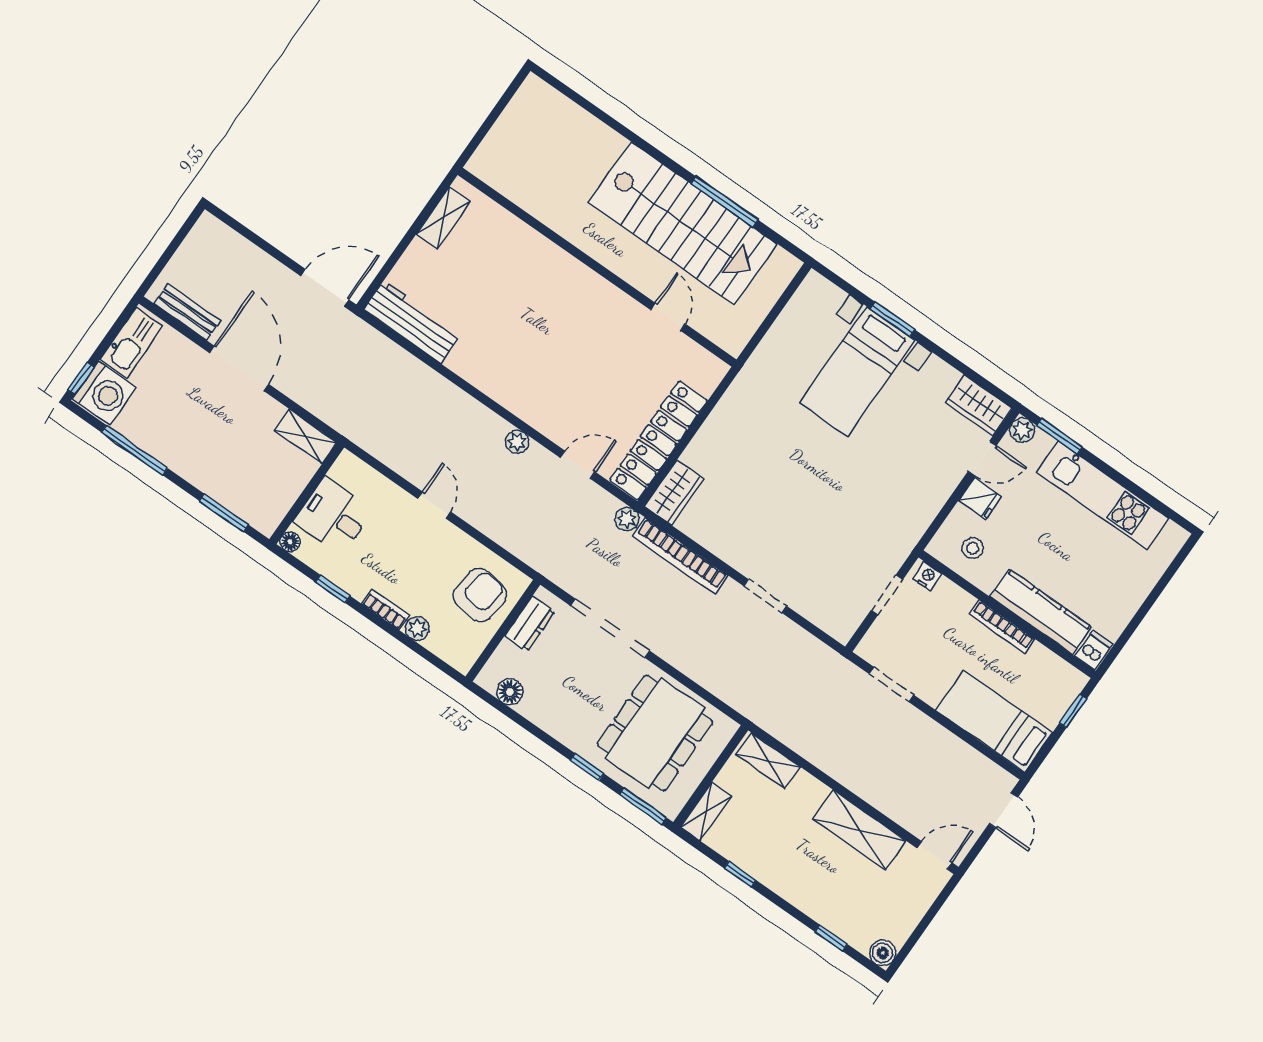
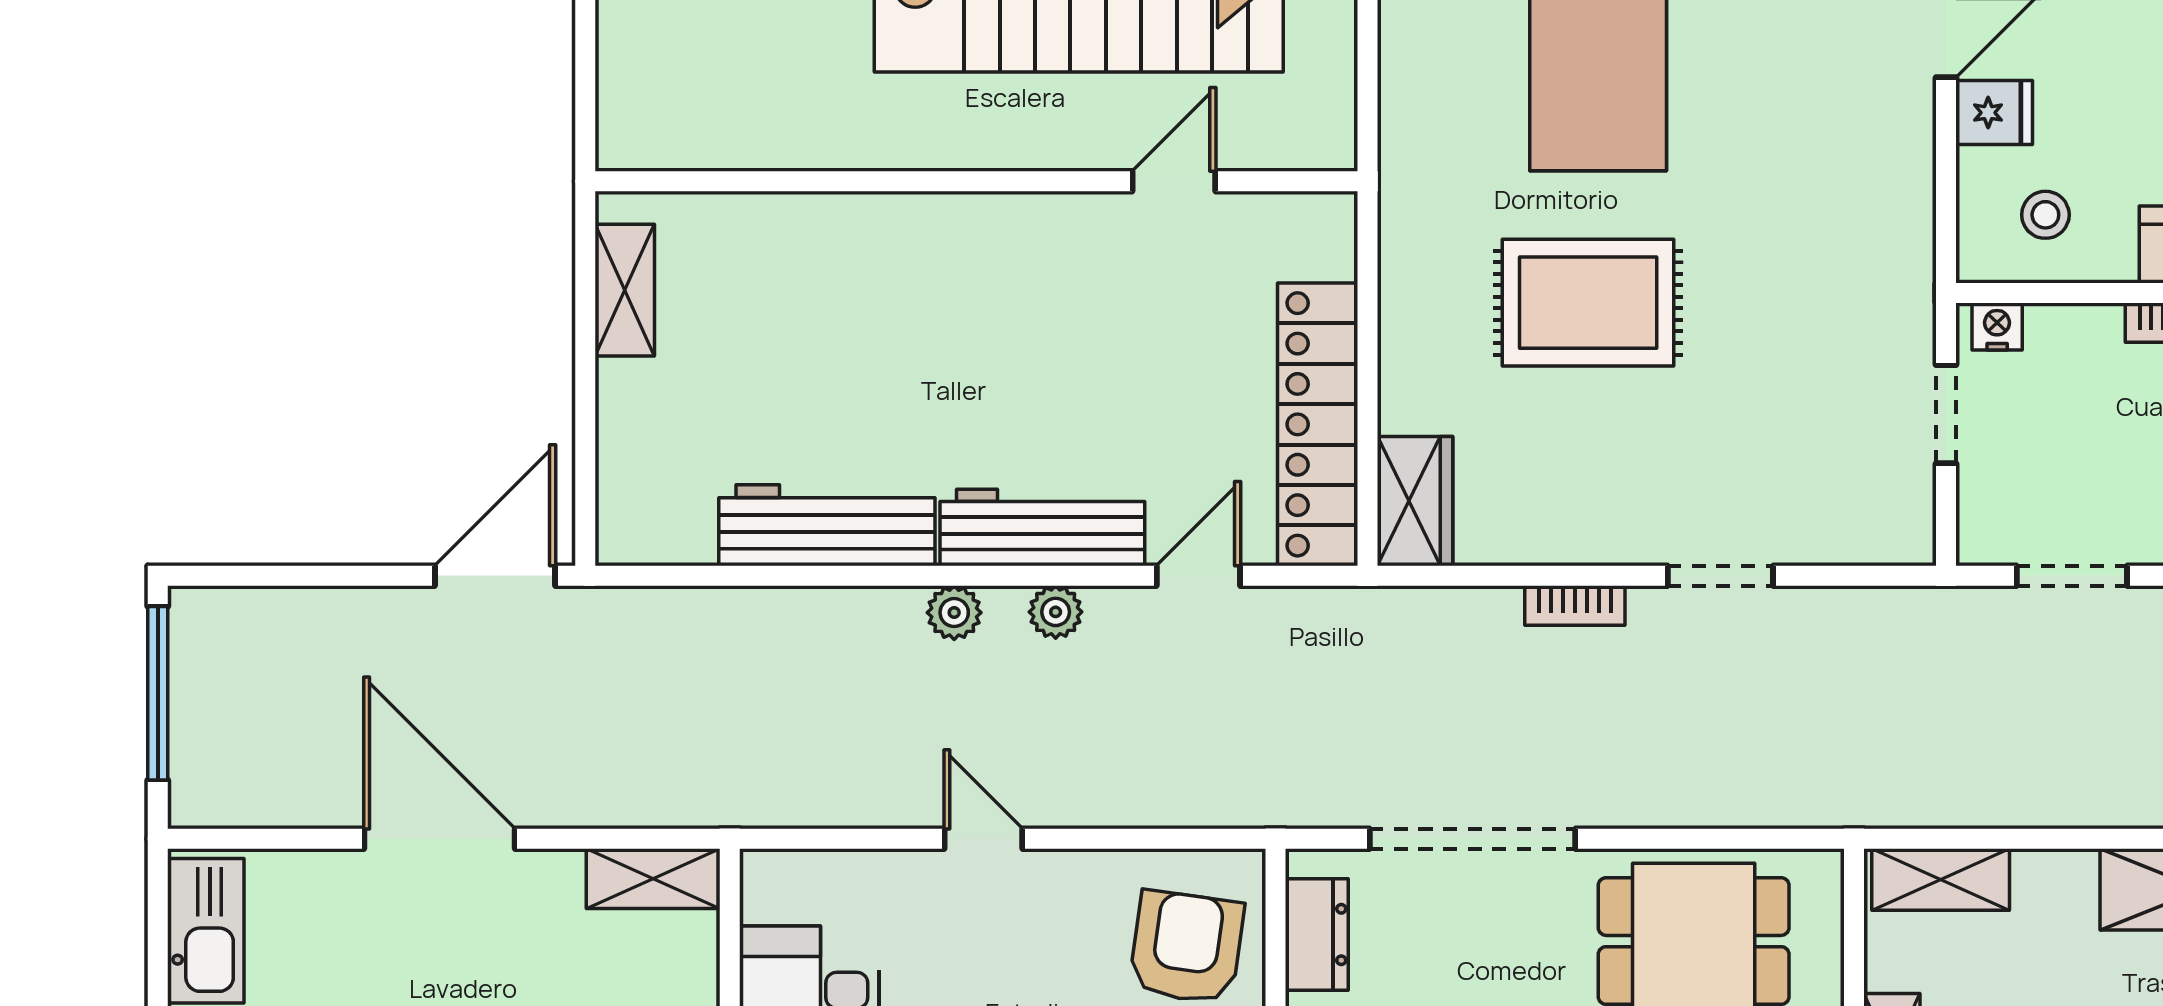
window: (174, 245) -> (158, 693), added
bench: (187, 312) -> (269, 801), removed
door: (668, 317) -> (1174, 181), hinge flipped
workbench: (412, 322) -> (827, 525), moved
workbench: (534, 408) -> (1042, 527), added
rug: (786, 465) -> (1588, 303), added
plant: (627, 519) -> (954, 613), moved
bookcase: (680, 556) -> (1575, 606), width x0.43, depth x0.76

